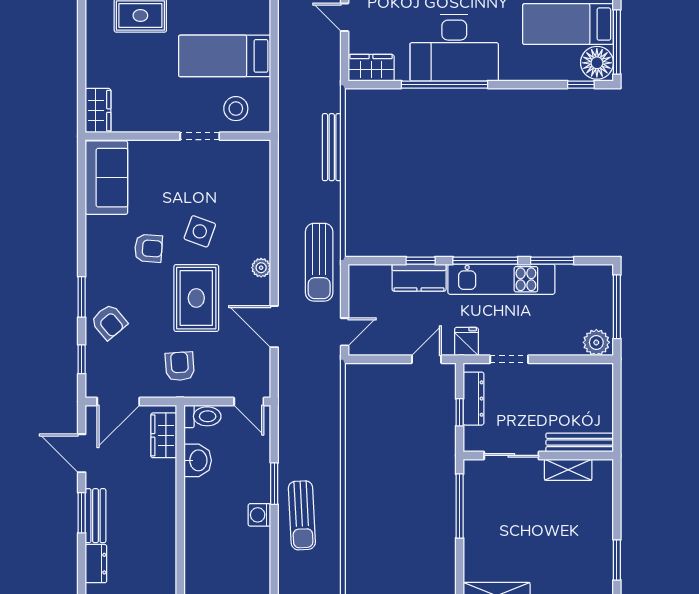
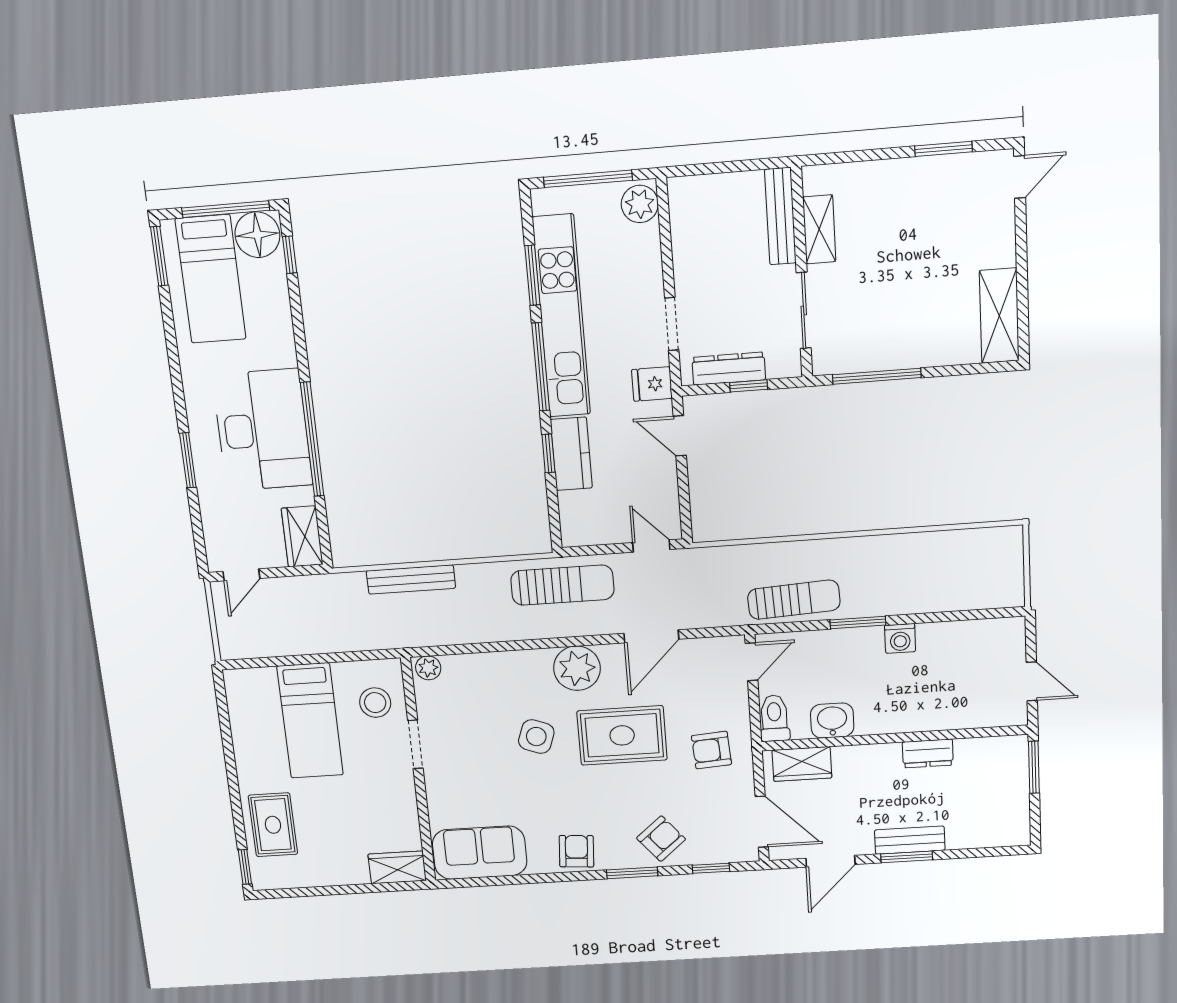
plant: (261, 153) -> (428, 668), added
armchair: (148, 248) -> (576, 851), moved
plant: (261, 268) -> (577, 668), width x1.88, depth x1.88
kitchen unit: (501, 279) -> (561, 316), width x1.36
sun lounger: (302, 515) -> (794, 600), moved
dresser: (96, 564) -> (928, 753), moved, turned 180

